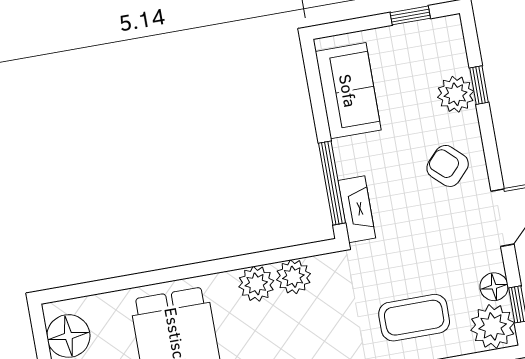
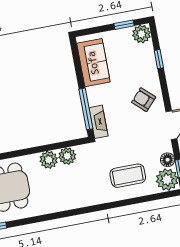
plant: (456, 94) -> (142, 34), moved

